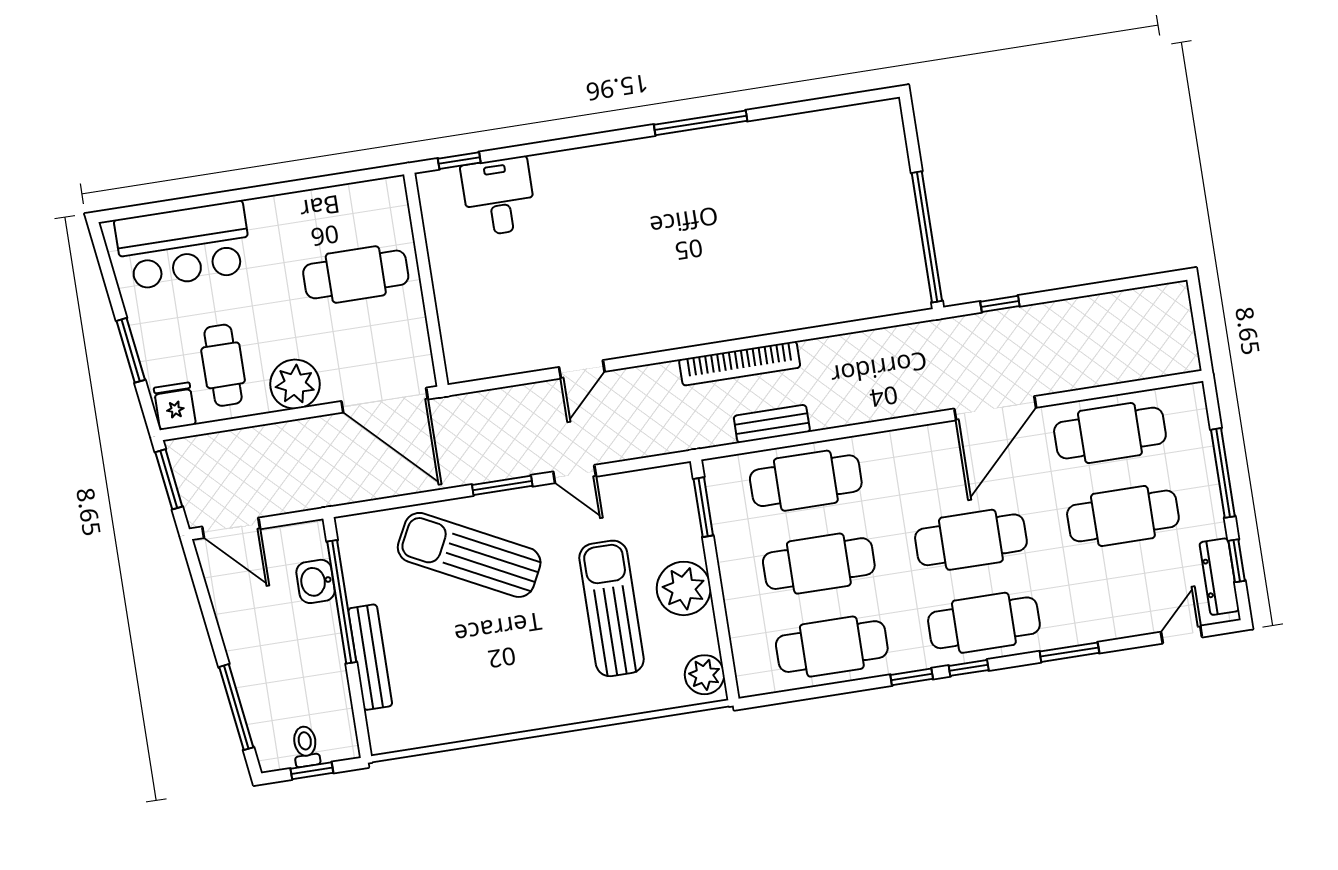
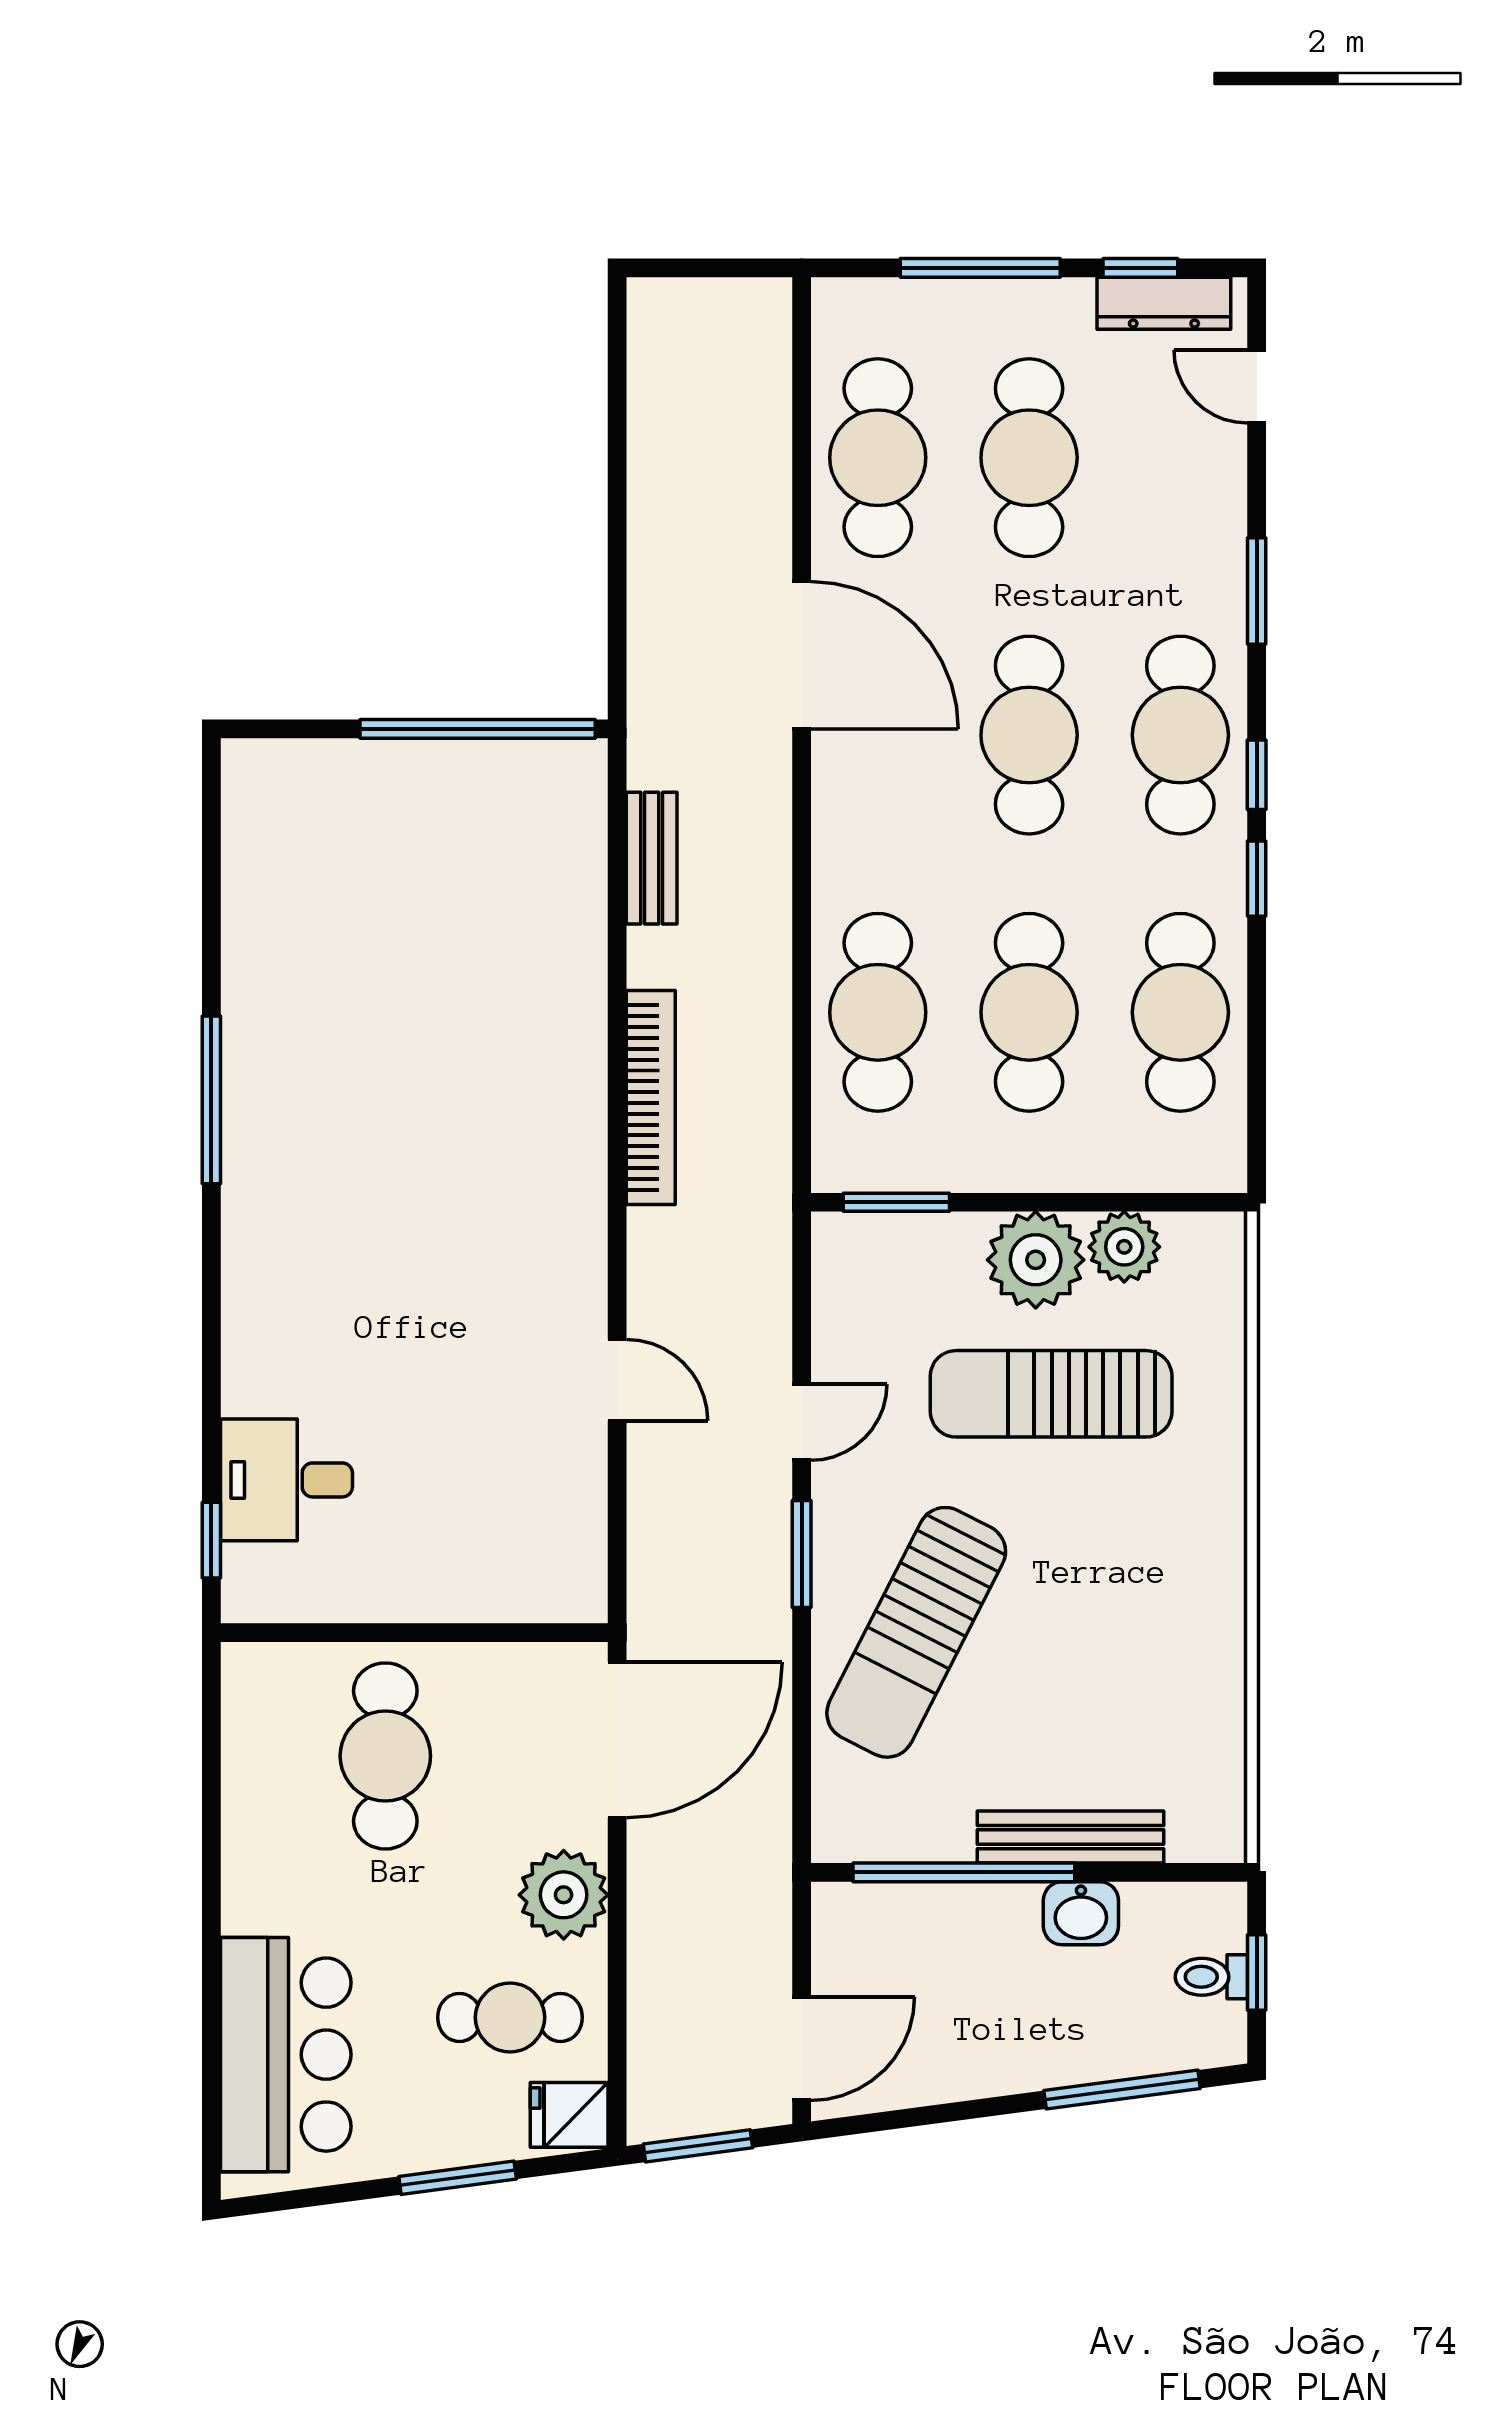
window: (1000, 304) -> (617, 618), removed
bench: (772, 424) -> (652, 858), moved
washbasin: (315, 581) -> (1081, 1913), moved
plant: (704, 675) -> (1124, 1247), moved

